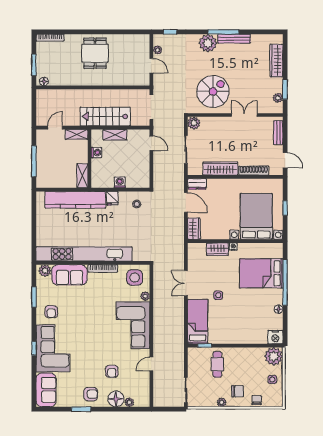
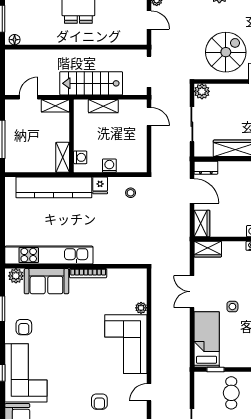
washing machine: (96, 153) -> (80, 157), moved
wardrobe: (217, 249) -> (208, 249), moved
kitchen unit: (84, 254) -> (49, 255), width x0.73
side table: (135, 278) -> (128, 285), removed

